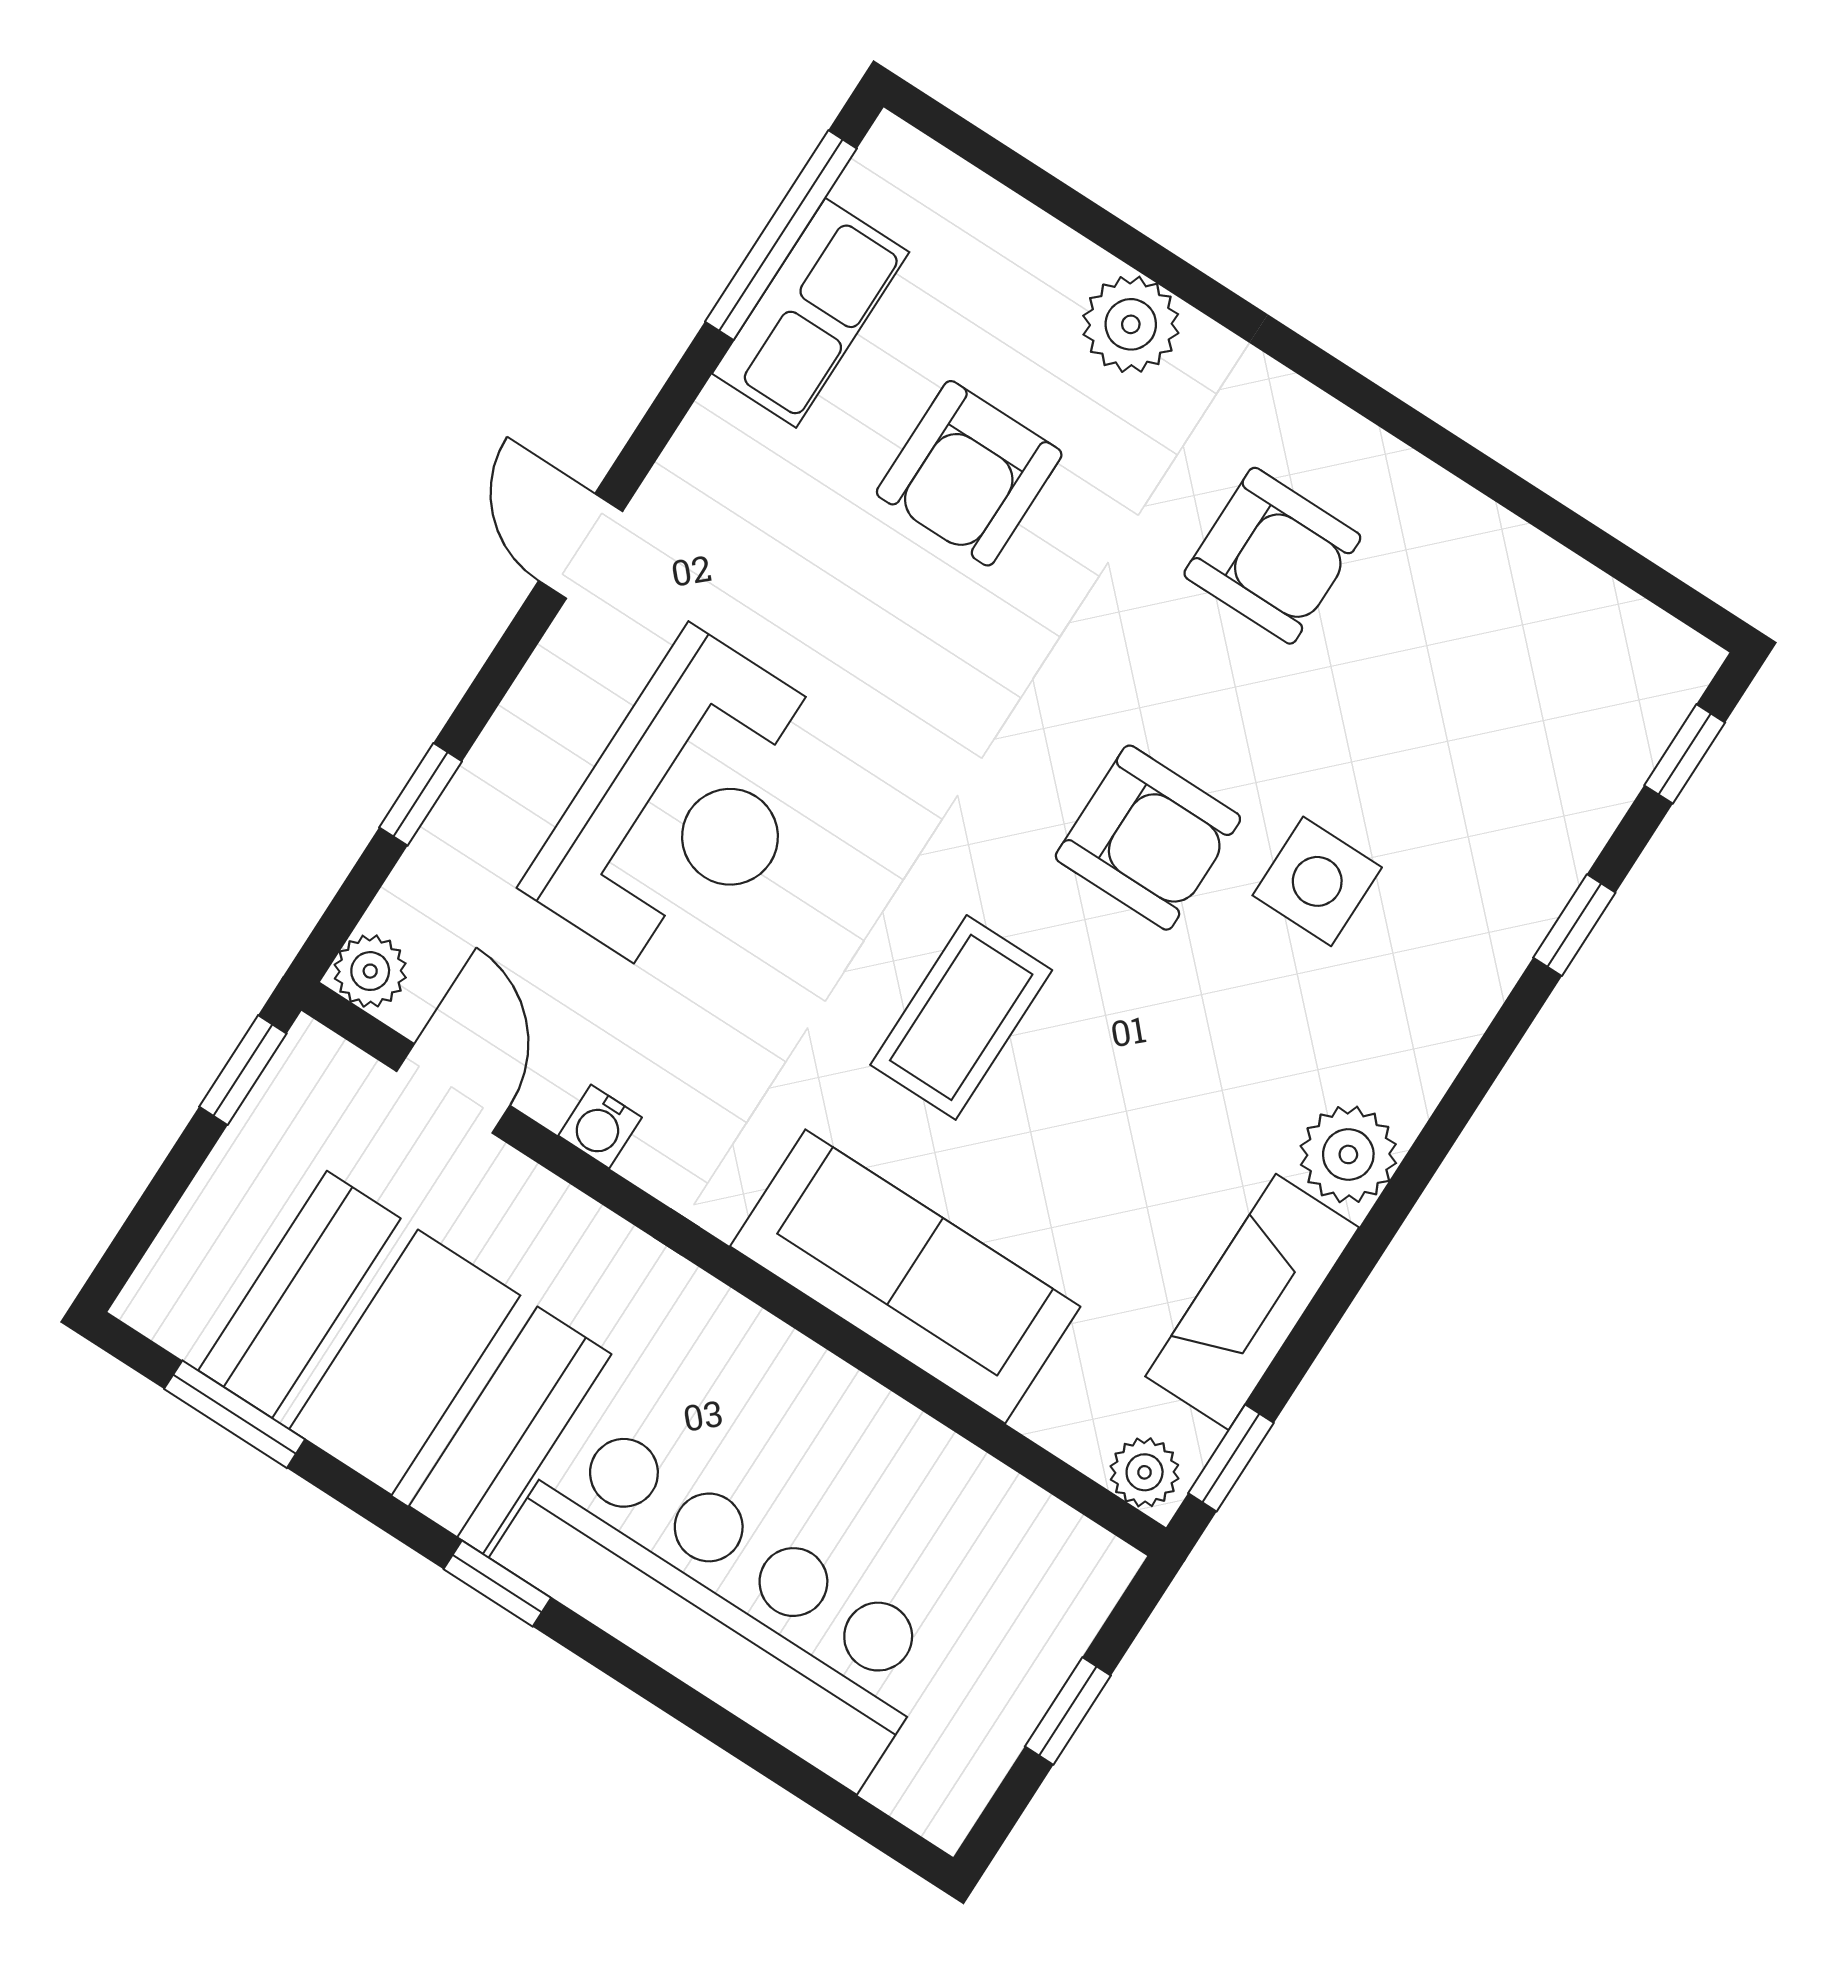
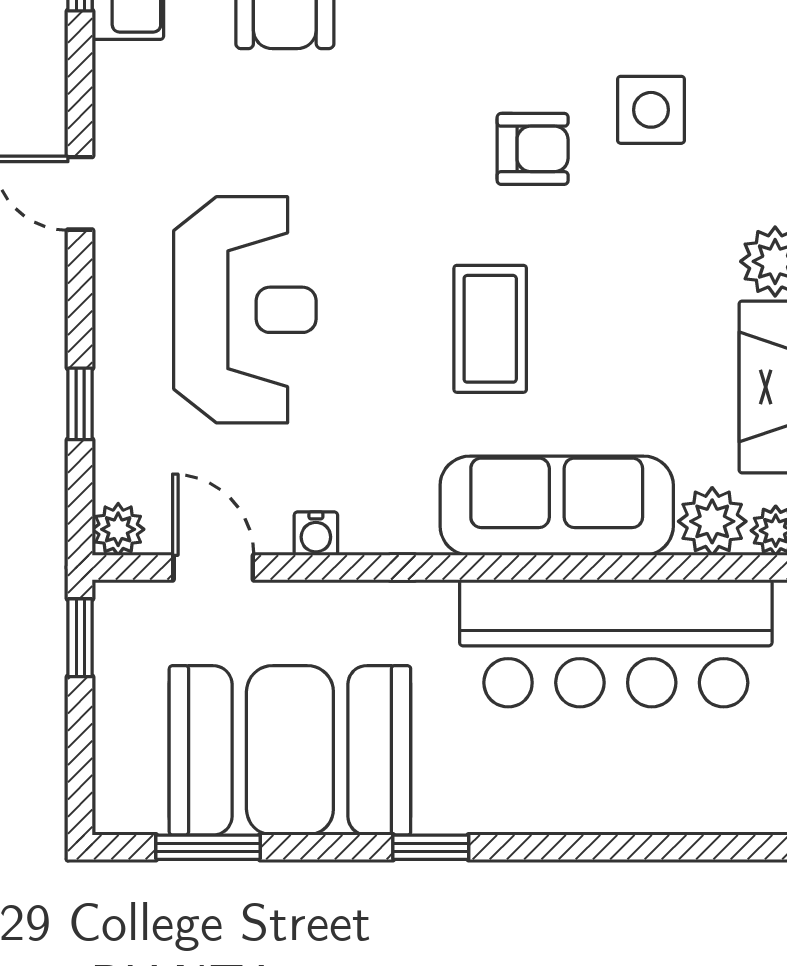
armchair: (1148, 838) -> (533, 149), width x0.72, depth x0.72
plant: (1077, 1413) -> (712, 521), added
bar counter: (721, 1601) -> (616, 643), moved, turned 180

